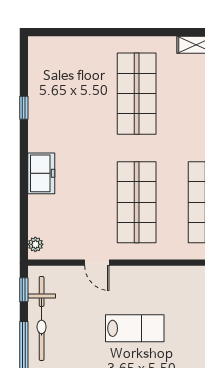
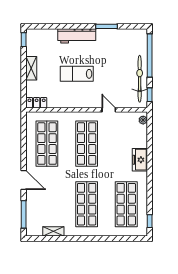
shop shelf: (66, 94) -> (126, 204), added
window: (24, 108) -> (150, 221), moved
lab bench: (135, 328) -> (77, 74), moved

